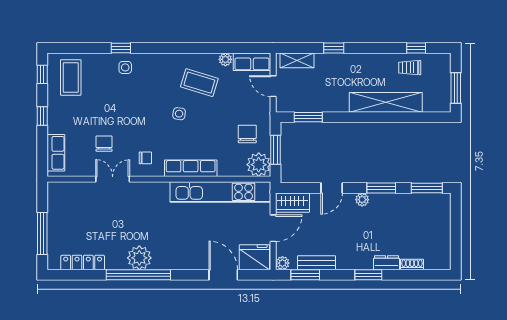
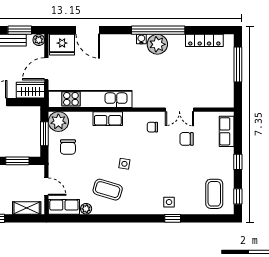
chair: (104, 144) -> (187, 139), turned 90
row of seats: (191, 168) -> (108, 119), width x0.68
water cooler: (159, 264) -> (141, 39), added

